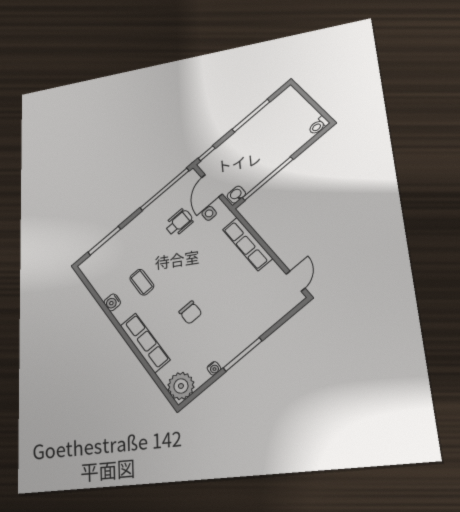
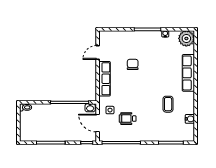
door: (212, 186) -> (98, 123), swing flipped
door: (296, 281) -> (98, 52), moved
water cooler: (112, 302) -> (190, 119), moved
chair: (190, 313) -> (133, 64), moved

